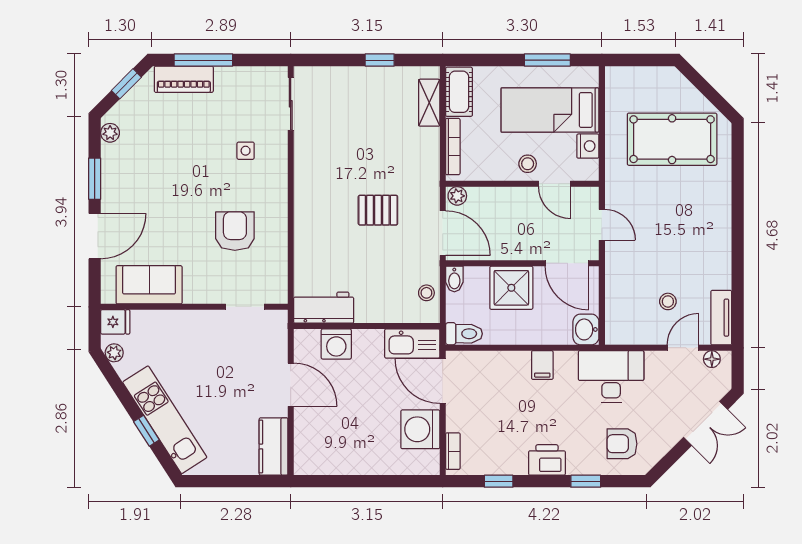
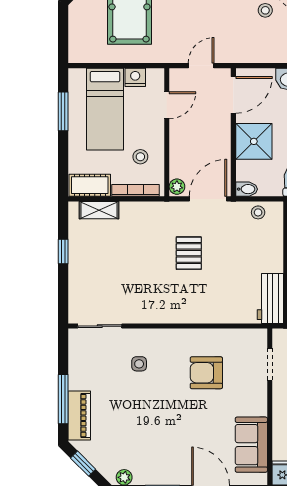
stool: (528, 164) -> (140, 157), moved

